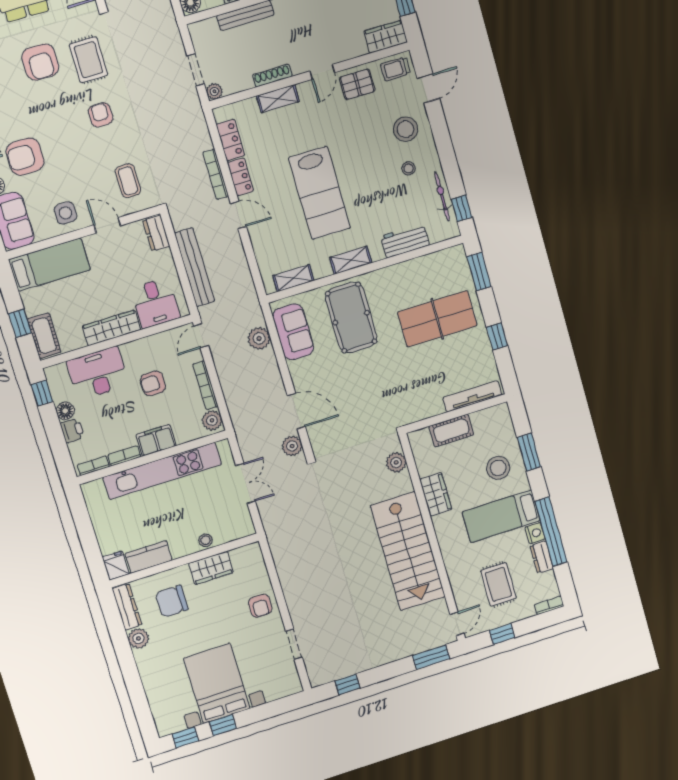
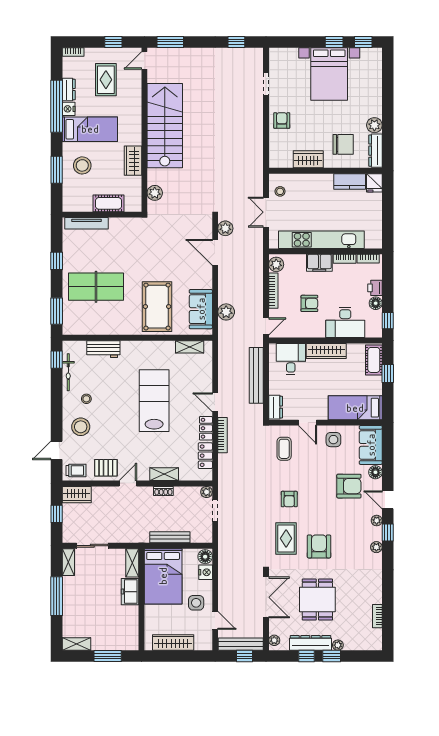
shoe rack: (272, 76) -> (163, 491), width x0.70
shelving: (351, 260) -> (146, 347), removed
stool: (206, 540) -> (280, 191), moved

